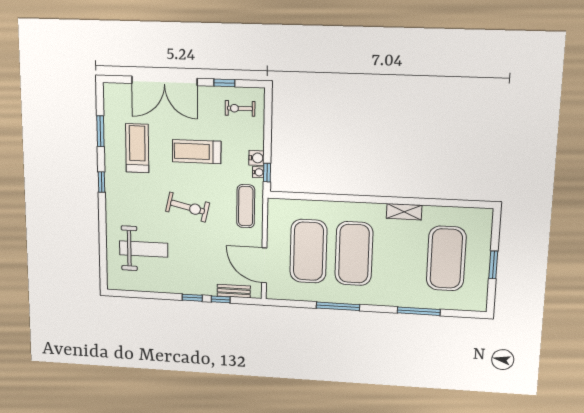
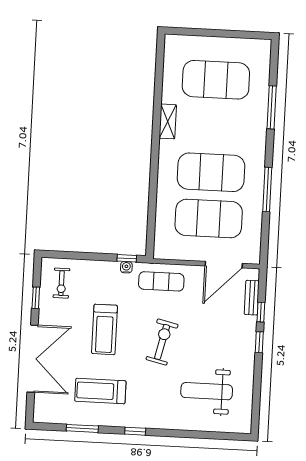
water cooler: (257, 158) -> (112, 268), removed
weight bench: (144, 249) -> (207, 391), turned -90
window: (493, 265) -> (222, 33), removed

